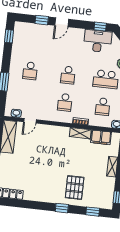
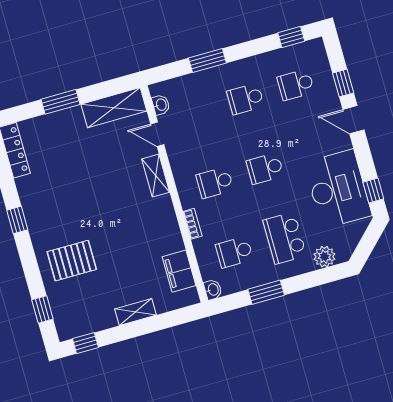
desk: (98, 41) -> (338, 189), width x1.36, depth x1.30
school desk: (33, 43) -> (296, 85), added
shelving: (80, 133) -> (156, 176), moved
window: (62, 208) -> (17, 220), moved

